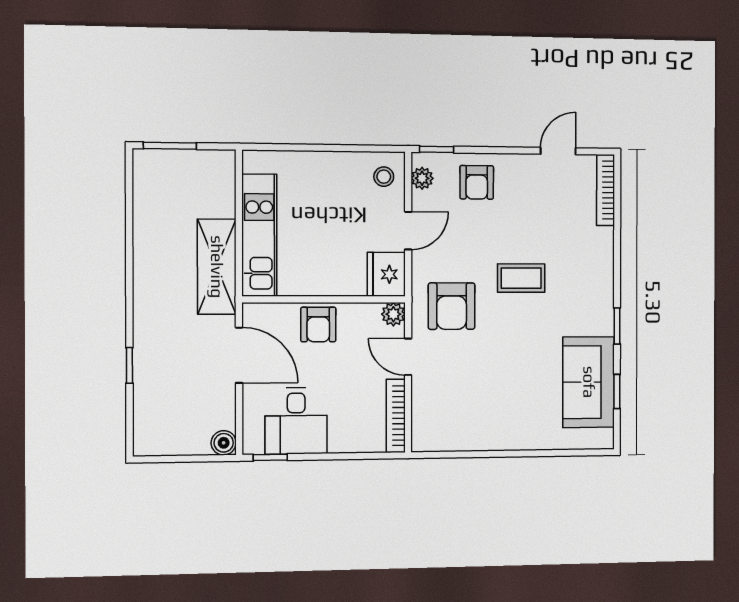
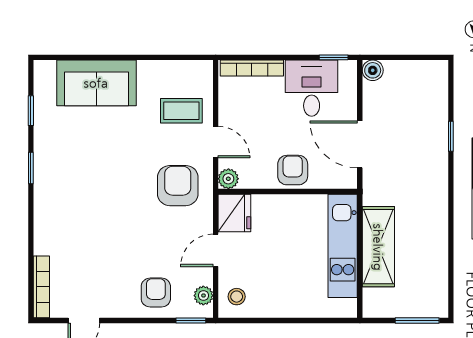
shelving: (217, 267) -> (378, 247), moved
coffee table: (521, 278) -> (181, 111), moved
sofa: (589, 382) -> (96, 83), moved, turned 90
bookcase: (396, 416) -> (252, 68), moved, turned 90

